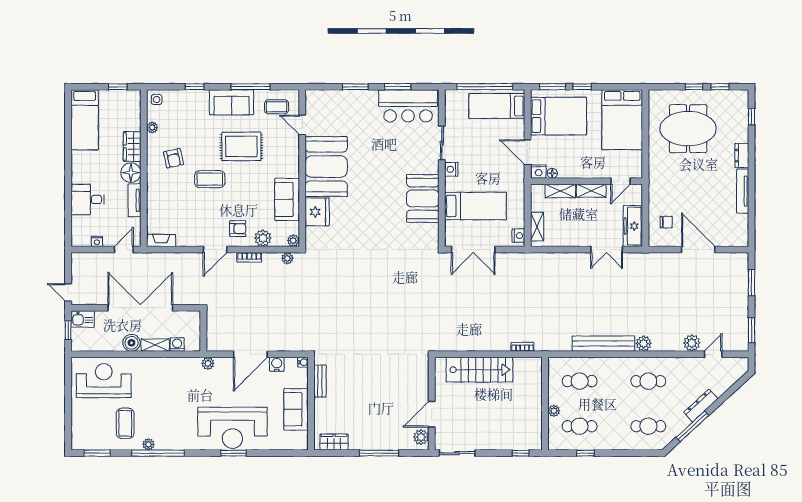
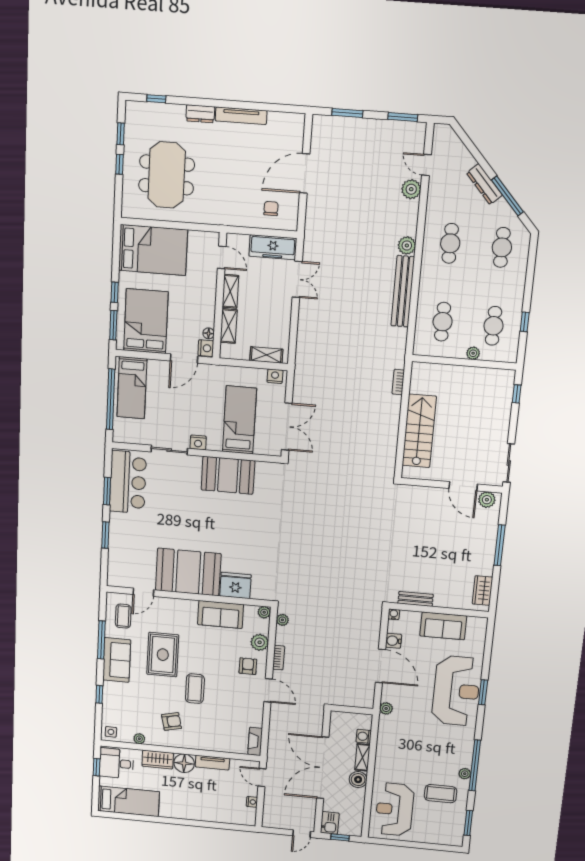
desk: (88, 199) -> (116, 763), moved, turned 90

